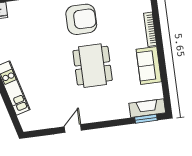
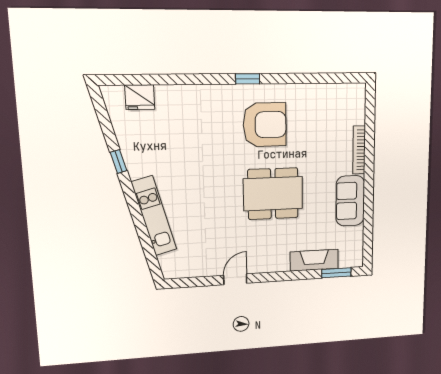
dining table: (93, 66) -> (273, 194), turned 90
fireplace: (147, 108) -> (314, 260), moved

